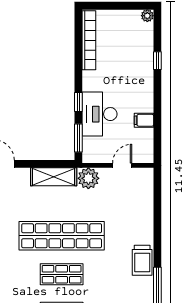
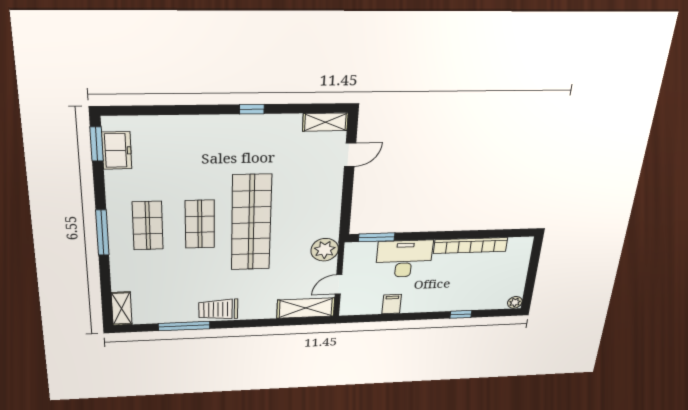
bookcase: (89, 40) -> (471, 245), moved
window: (78, 102) -> (422, 236), removed
door: (122, 165) -> (338, 284), swing flipped
shelving: (54, 177) -> (306, 308), moved, turned 90

